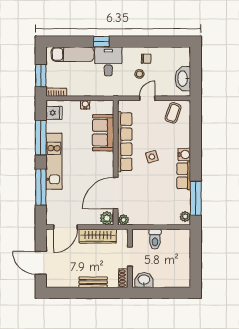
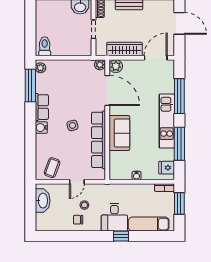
sofa: (103, 133) -> (119, 133), moved
door: (116, 193) -> (107, 90), hinge flipped
toilet: (155, 239) -> (45, 46), moved

